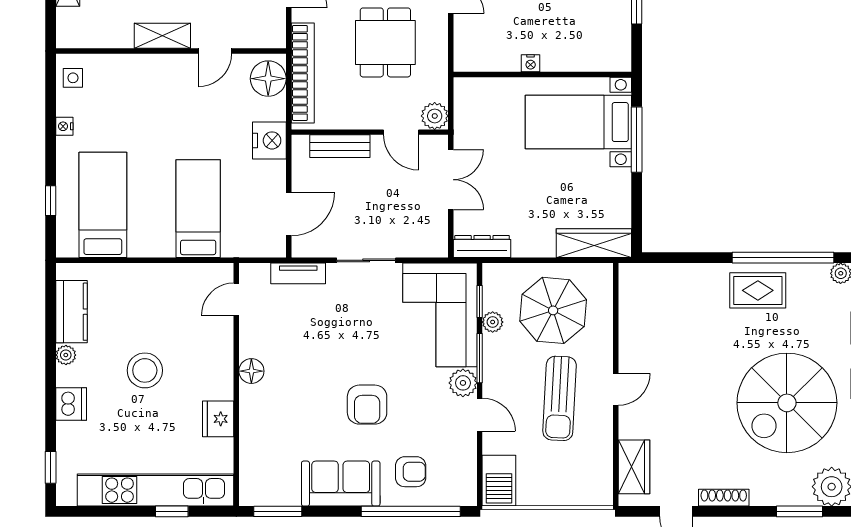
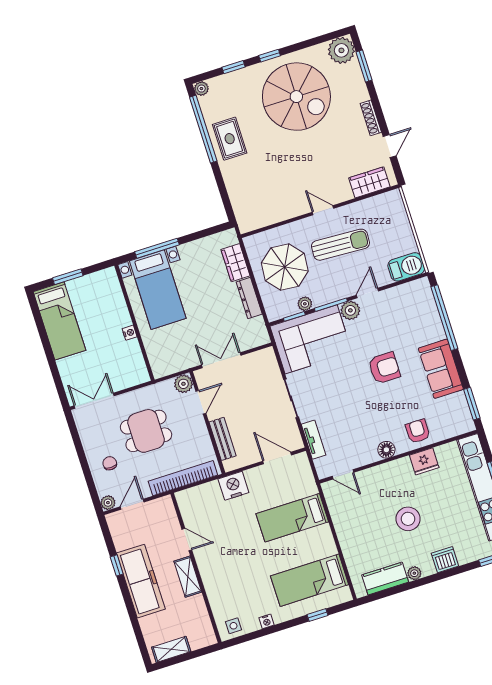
floor lamp: (268, 79) -> (194, 499), removed
wardrobe: (594, 243) -> (235, 263), width x0.67
dresser: (482, 247) -> (249, 298), moved
armchair: (411, 472) -> (418, 431), moved

